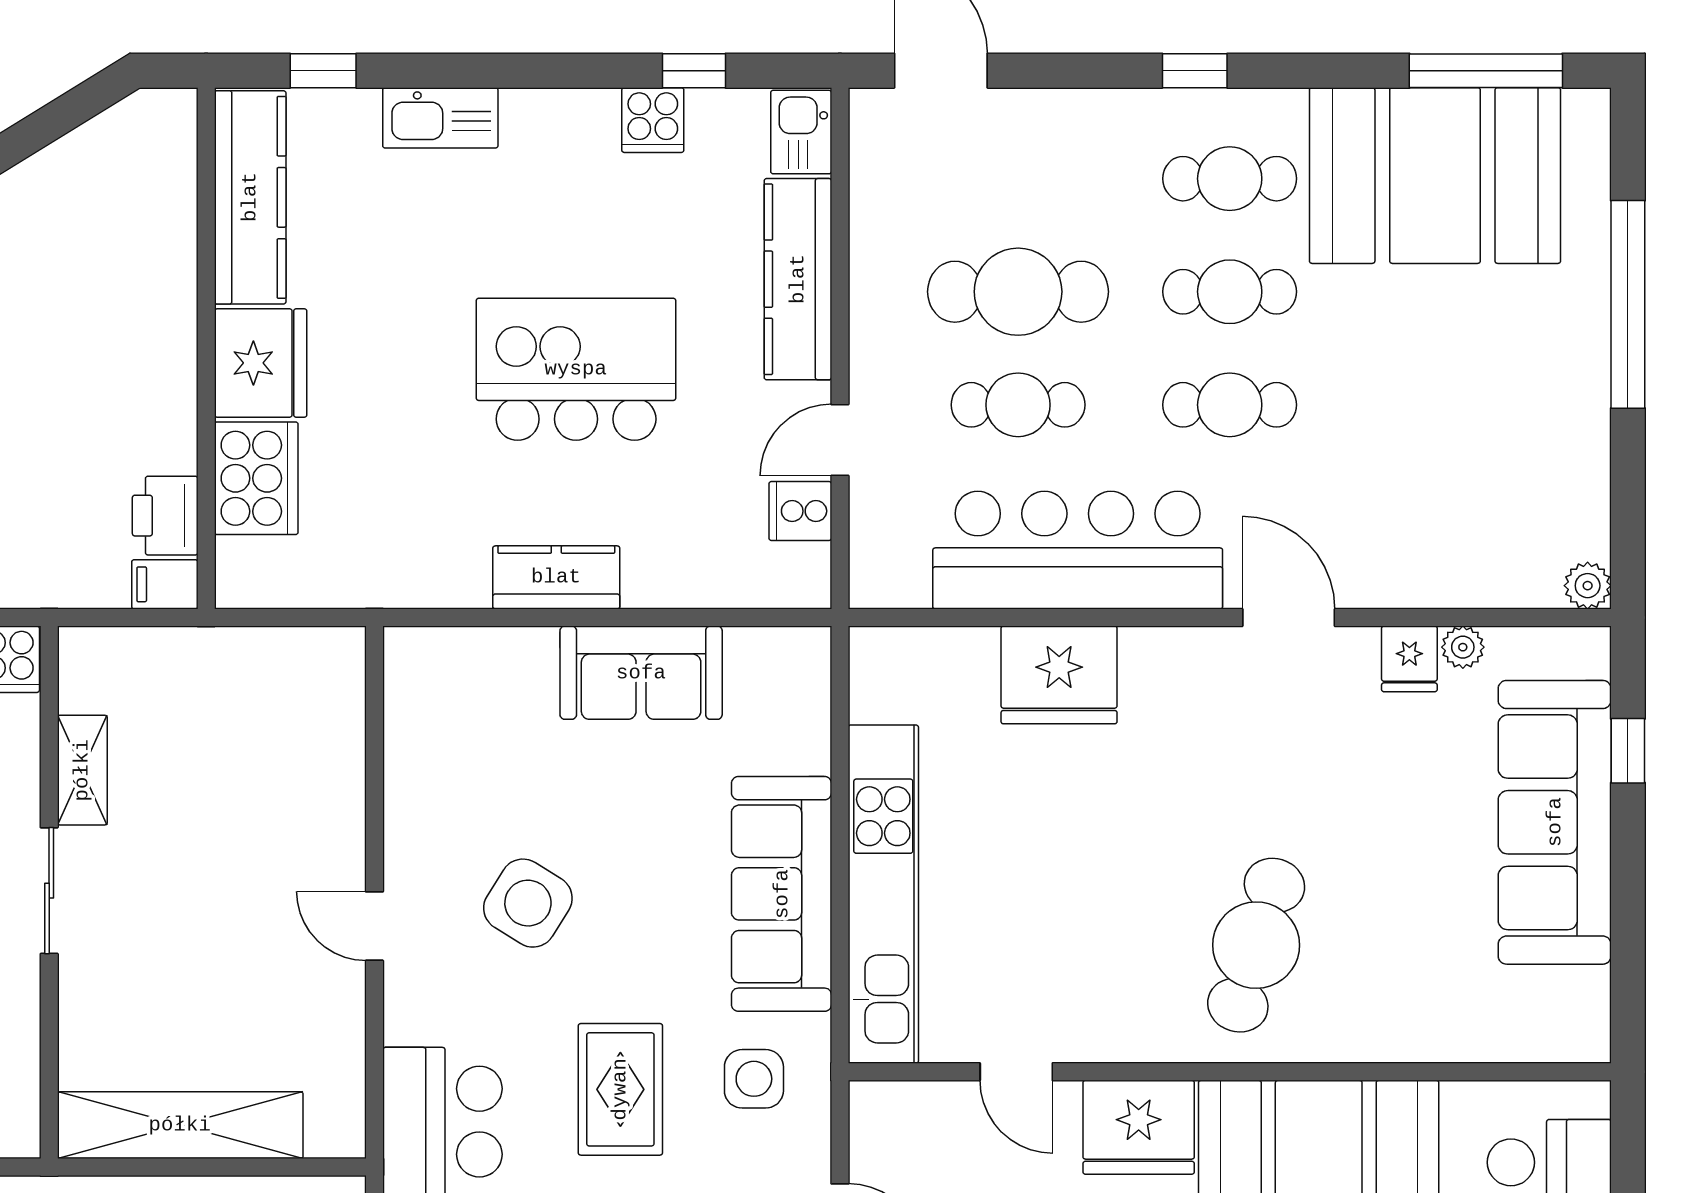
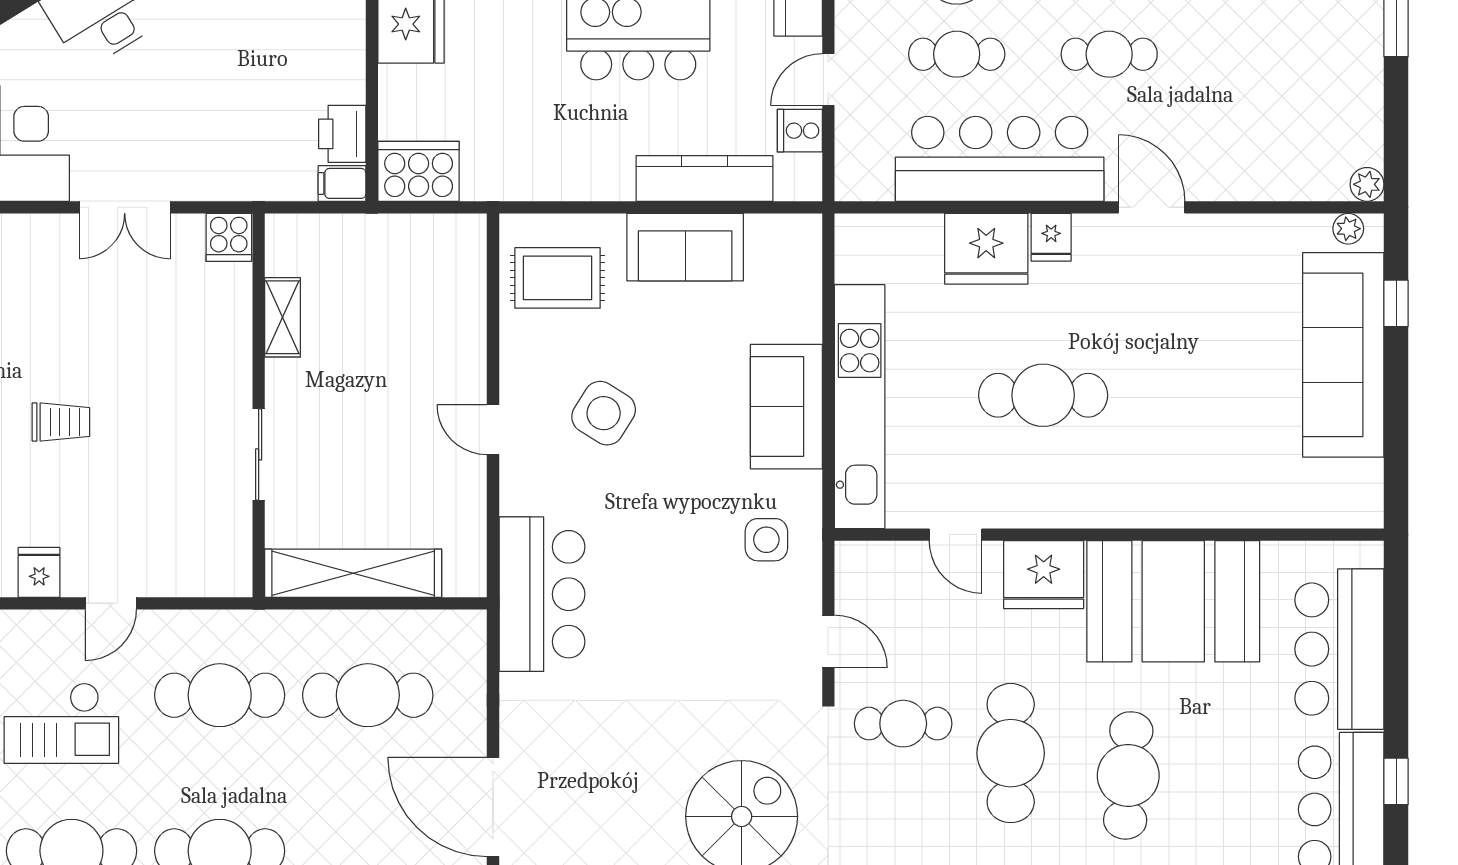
cooker: (256, 478) -> (419, 171), moved, turned -90
kitchen counter: (556, 577) -> (705, 178), moved, width x1.50
plant: (1463, 647) -> (1348, 229), moved
fridge: (1409, 659) -> (1051, 237), moved
sliding door: (49, 891) -> (259, 454), moved
sofa: (782, 894) -> (786, 407), width x0.73
cafe table: (1256, 945) -> (1043, 395), moved, turned 73
rug: (620, 1089) -> (558, 278), moved, turned 90

